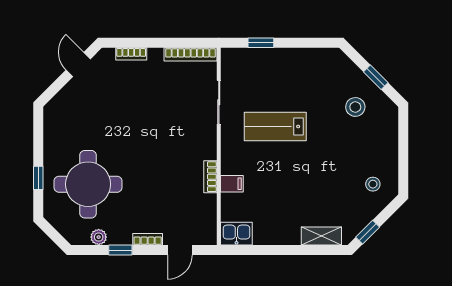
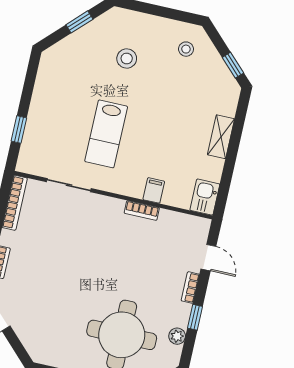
stool: (355, 107) -> (127, 58), moved
shelving: (321, 236) -> (221, 137), moved

